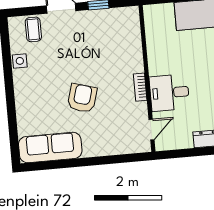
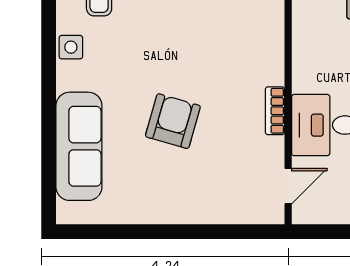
sofa: (50, 147) -> (79, 146), moved, turned 90

